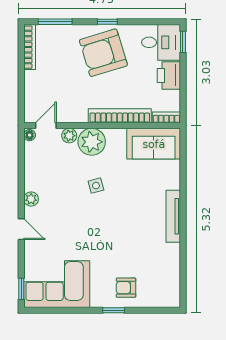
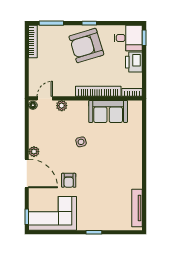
plant: (92, 142) -> (78, 110), removed
sofa: (154, 144) -> (108, 111), moved
tv unit: (173, 216) -> (137, 208), moved
door: (21, 229) -> (27, 173), width x1.88
armchair: (126, 288) -> (69, 180), moved, turned -90

